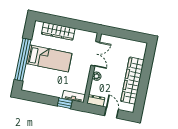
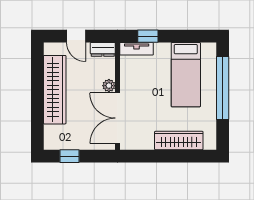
window: (132, 35) -> (69, 156), added
double door: (95, 54) -> (118, 118), width x1.37
bed: (49, 58) -> (186, 75), moved, turned -90

